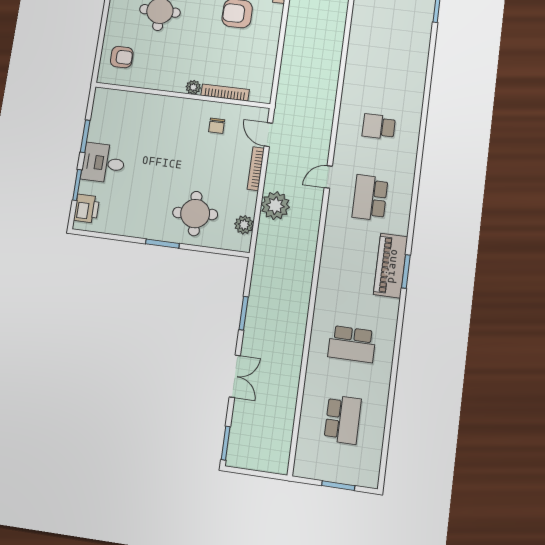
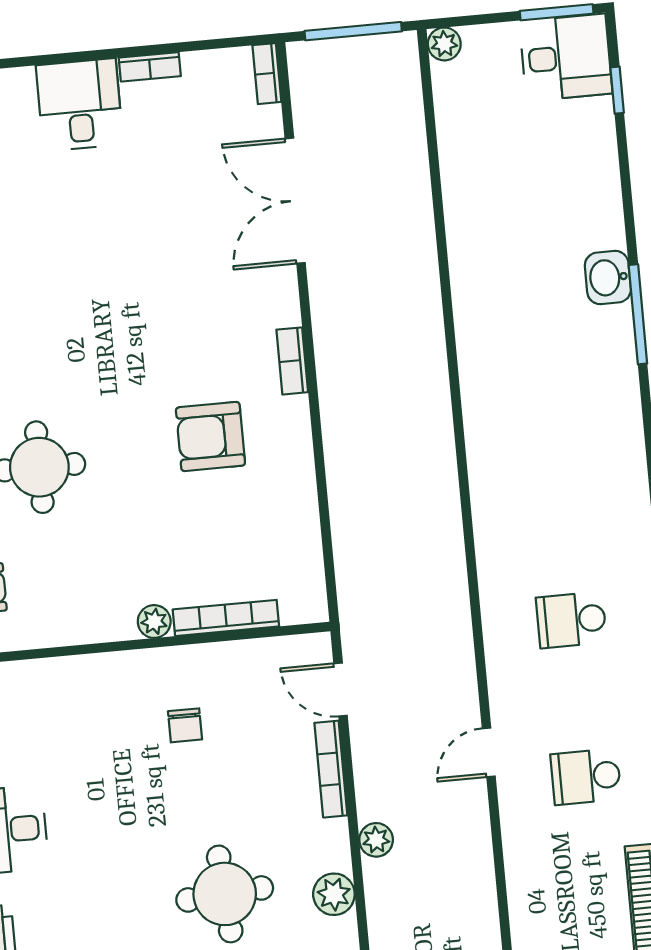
chair: (217, 126) -> (185, 725), moved
school desk: (370, 198) -> (586, 777), width x0.54
plant: (275, 206) -> (376, 840), width x0.53, depth x0.53

